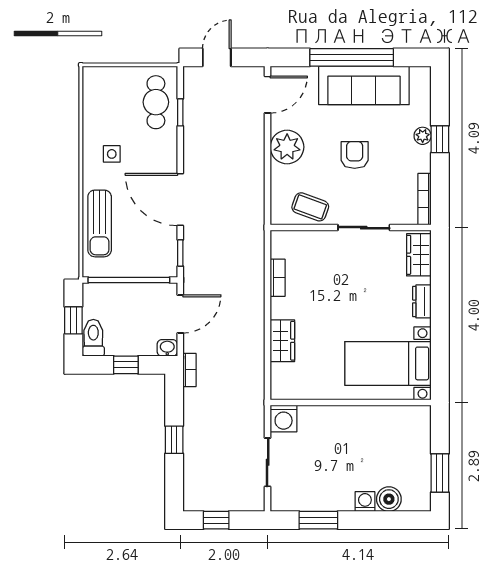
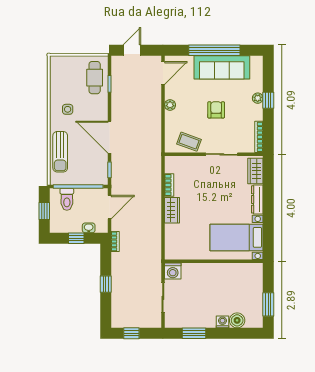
plant: (287, 147) -> (170, 105), width x0.53, depth x0.53
dresser: (422, 301) -> (257, 199), width x1.44
toilet: (93, 338) -> (67, 199), moved, turned 180
wardrobe: (282, 341) -> (172, 210), moved
washbasin: (167, 348) -> (89, 228), moved

